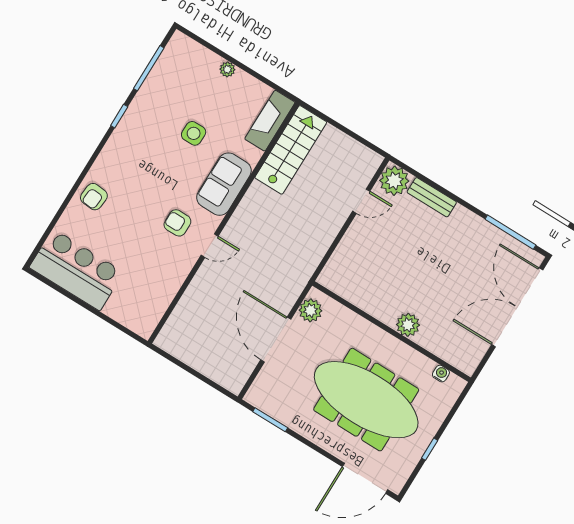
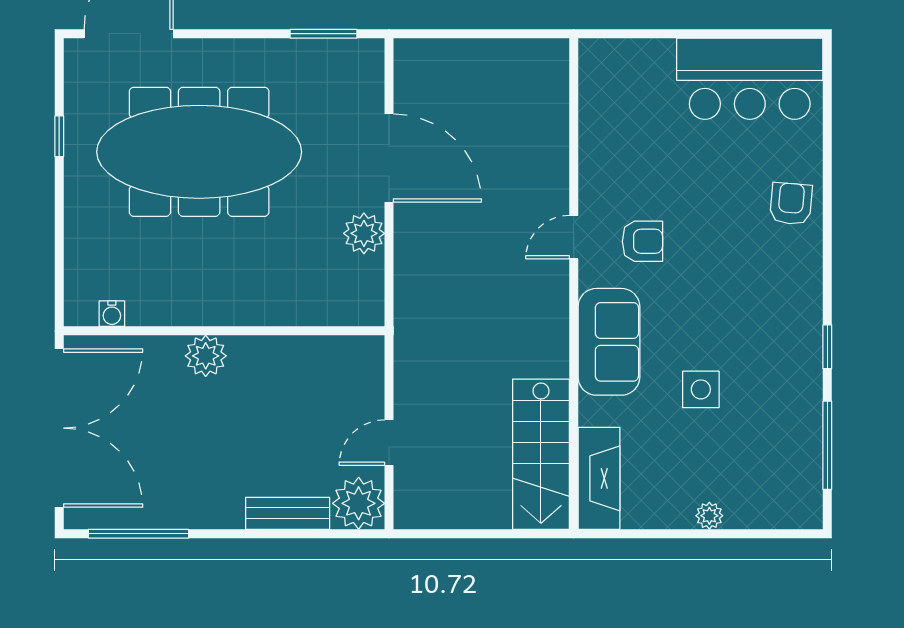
plant: (408, 325) -> (206, 356), moved
wall: (392, 332) -> (224, 331), moved
water cooler: (441, 374) -> (112, 314), moved

